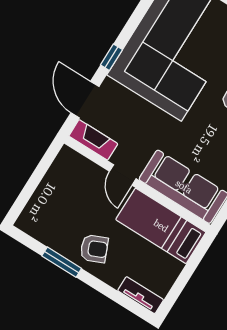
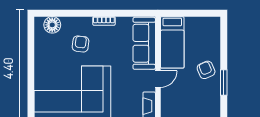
tv unit: (141, 295) -> (215, 30), removed

